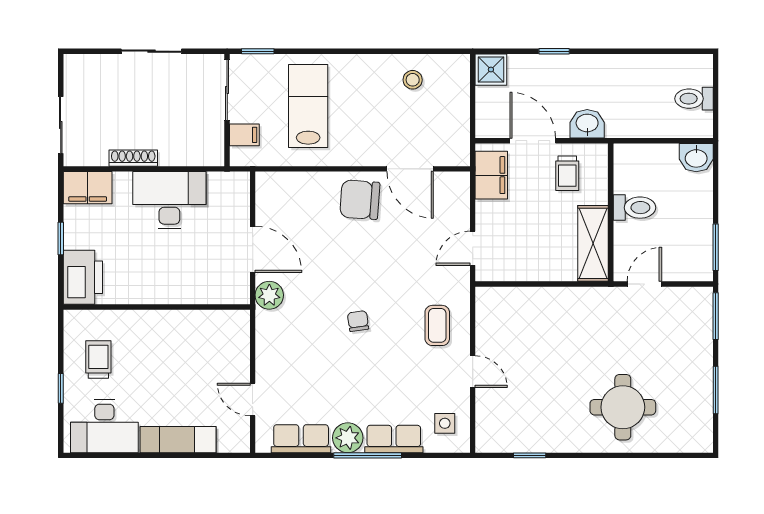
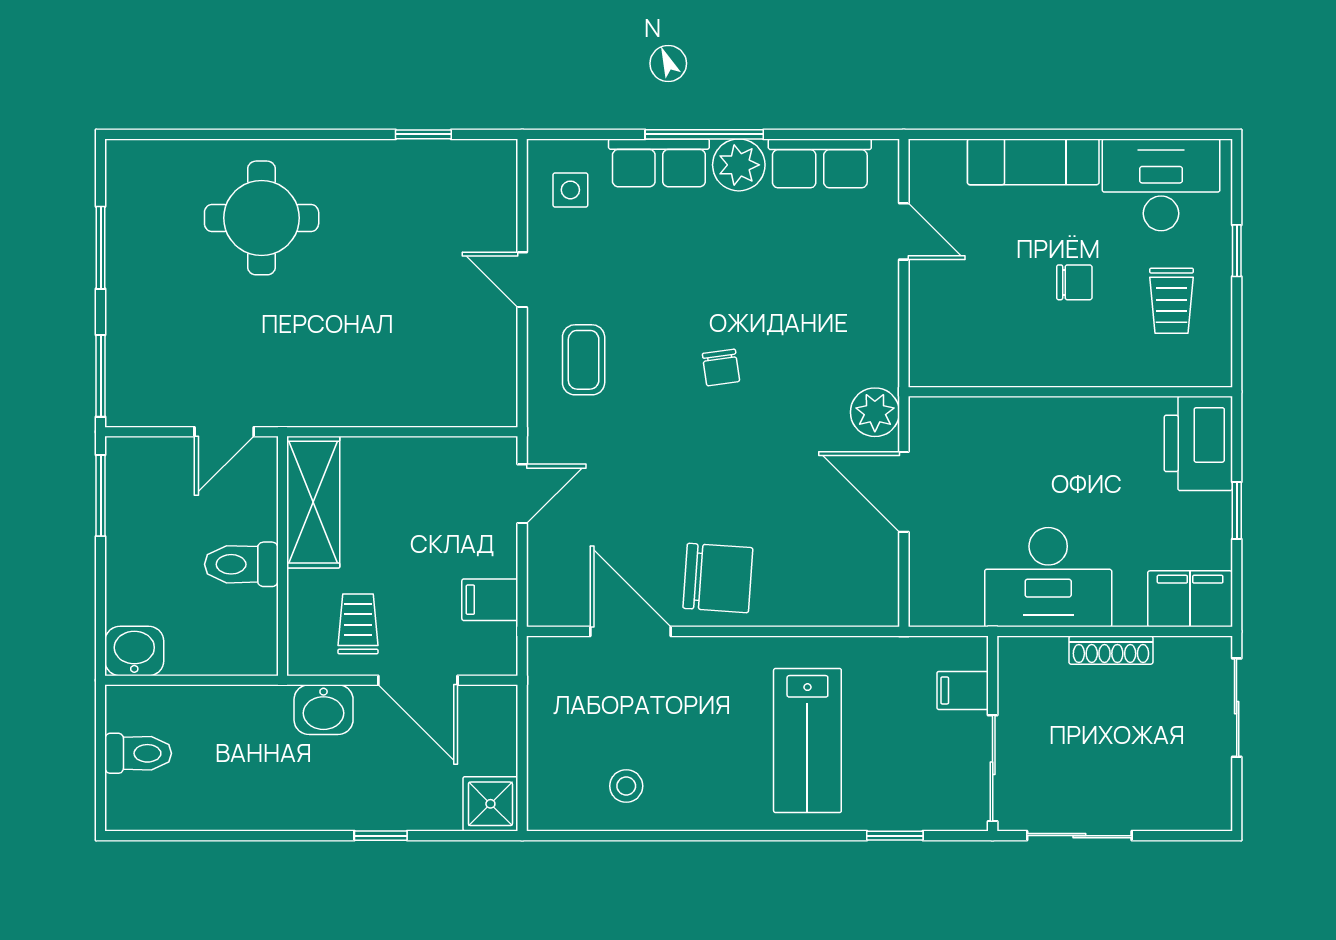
sliding door: (227, 90) -> (993, 768), moved
wall: (227, 110) -> (993, 734), moved
filing cabinet: (244, 135) -> (963, 690), moved
filing cabinet: (491, 175) -> (490, 600), width x0.50
chair: (154, 370) -> (1074, 282), added

